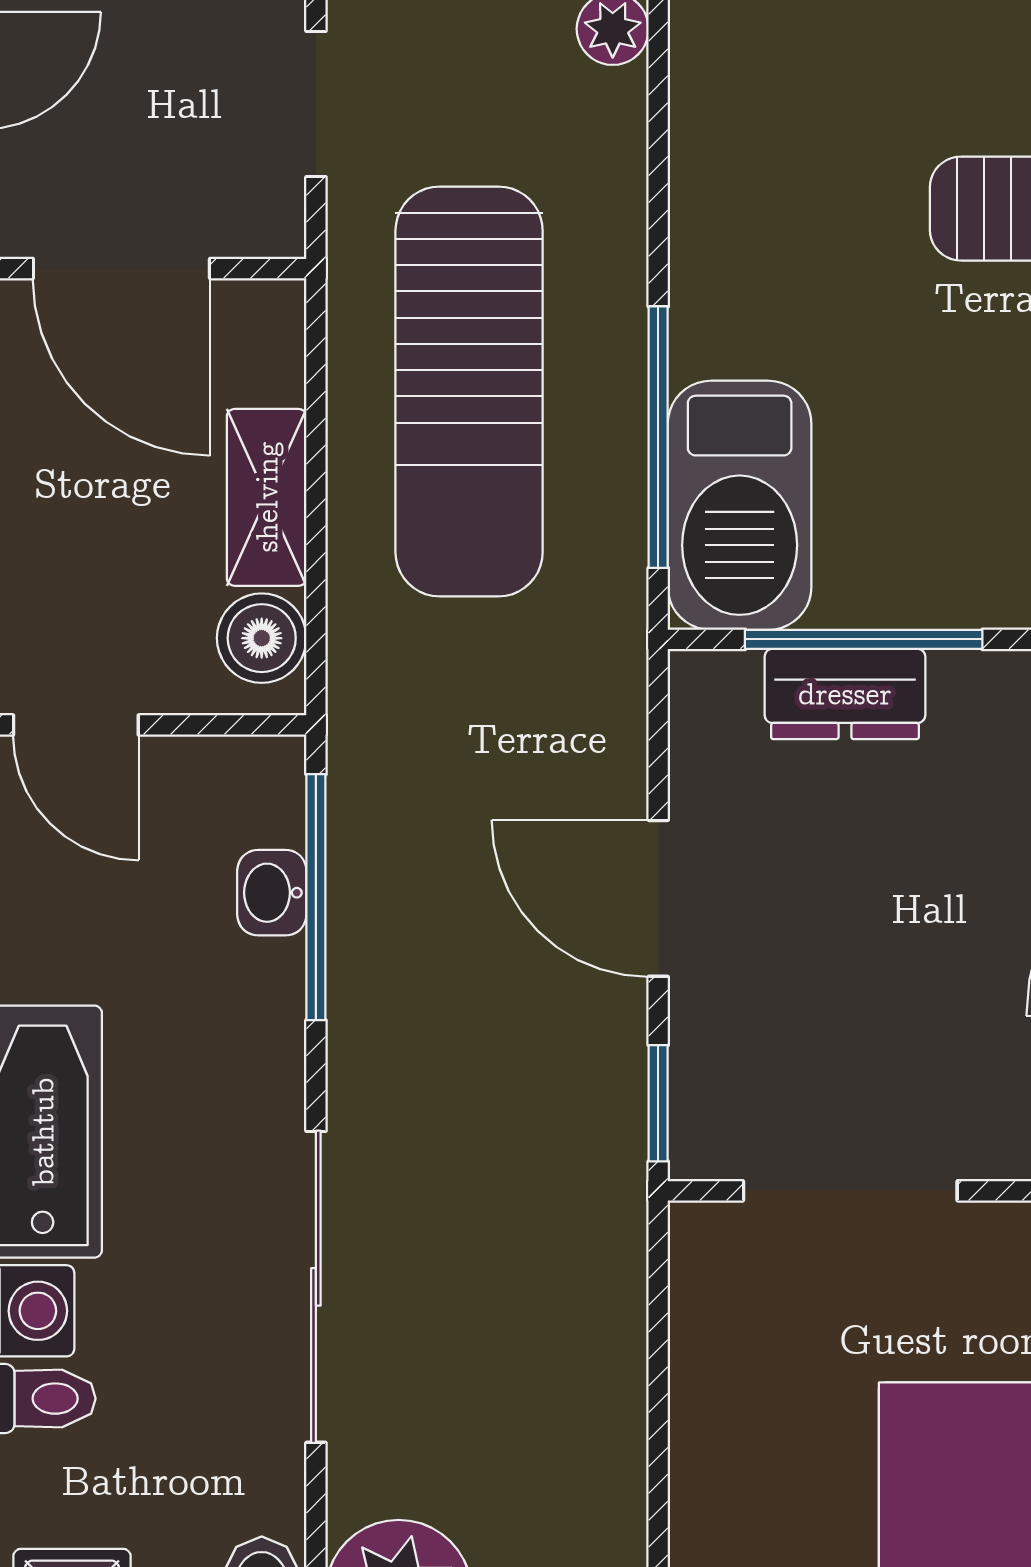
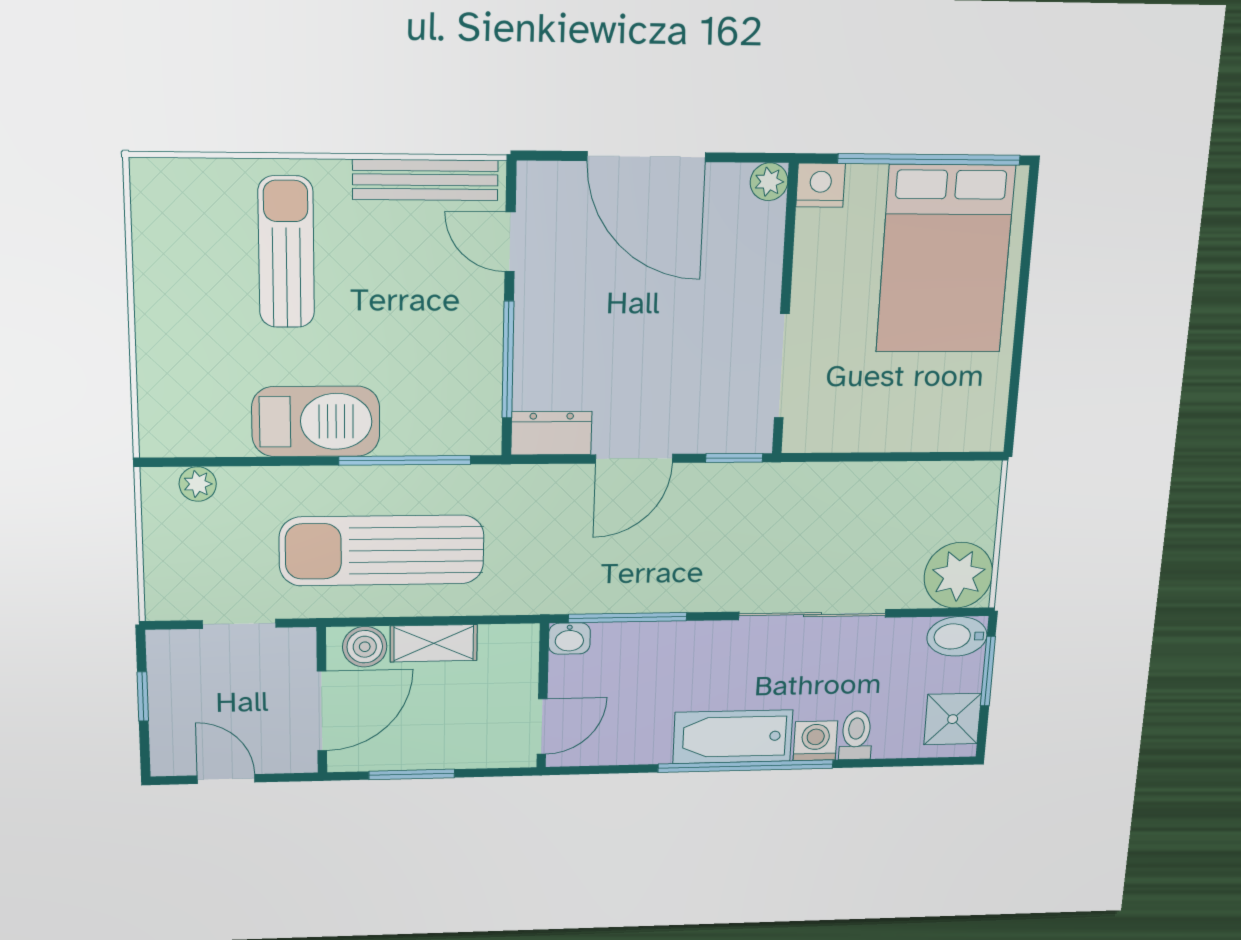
sun lounger: (469, 391) -> (382, 551), turned 180
barbecue: (740, 505) -> (316, 421), moved
boiler: (262, 638) -> (365, 647), moved
dresser: (845, 694) -> (551, 433), moved, turned -90
washbasin: (272, 893) -> (569, 639), moved

